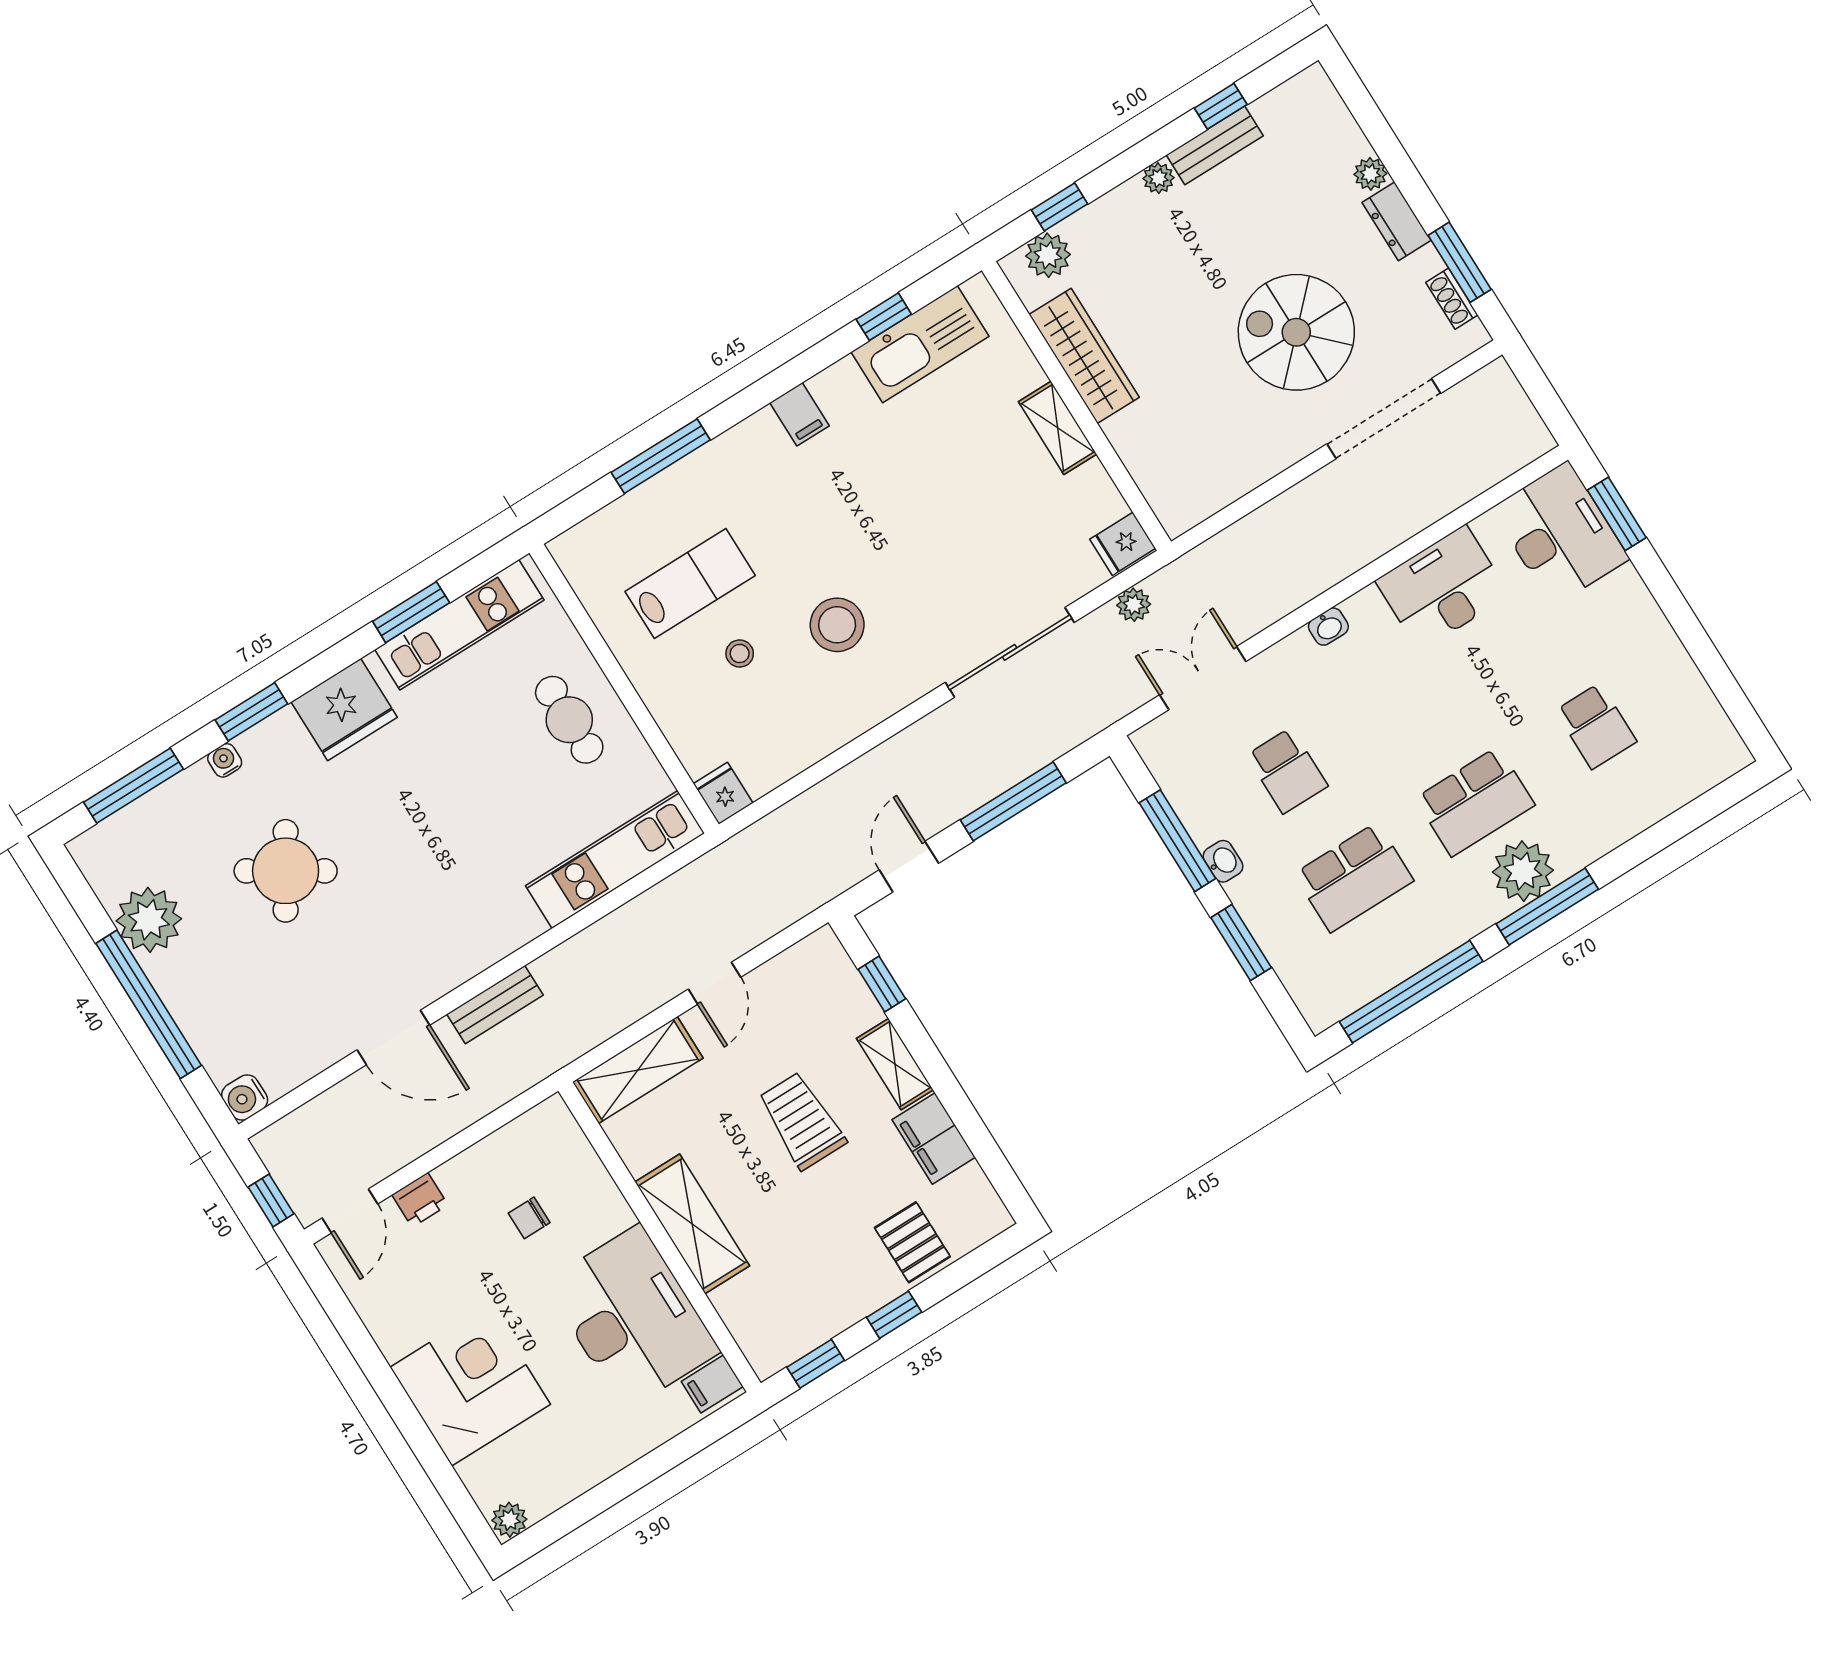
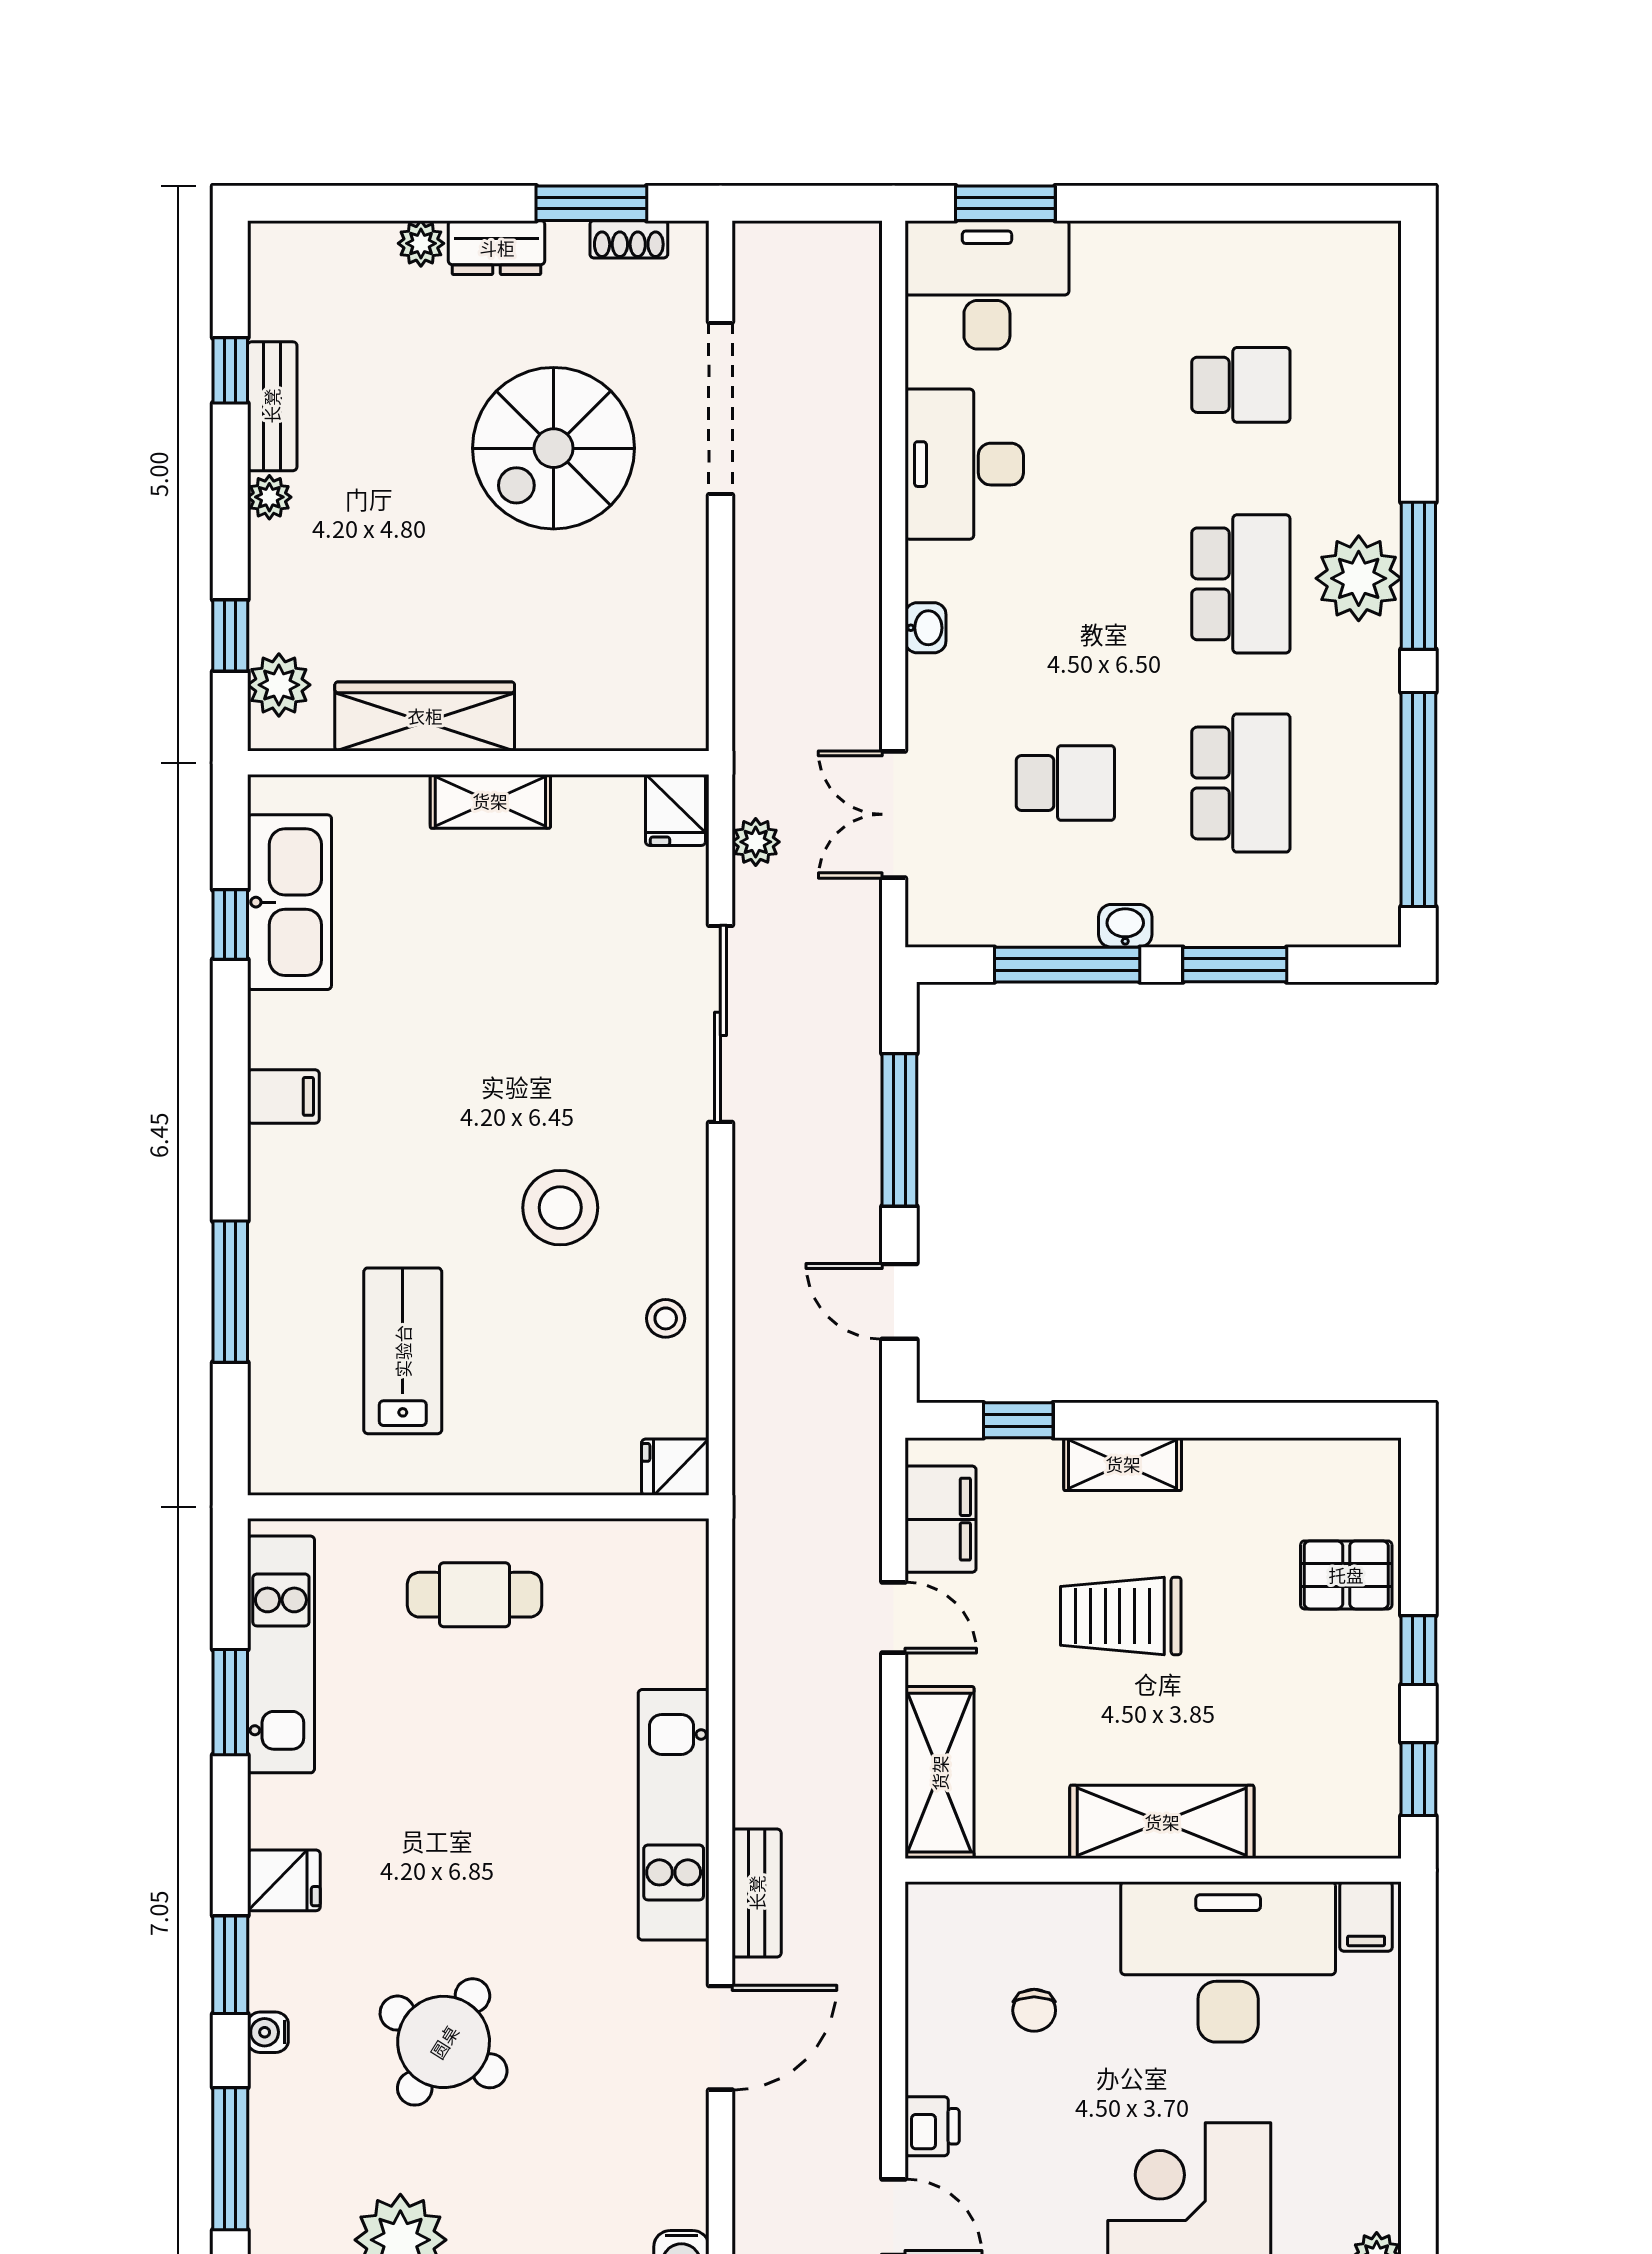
stool: (740, 654) -> (666, 1318), moved
fridge: (344, 710) -> (284, 1880), width x0.53, depth x0.75
kitchen unit: (615, 859) -> (674, 1815), moved
filing cabinet: (934, 1138) -> (941, 1519), moved, turned -90

